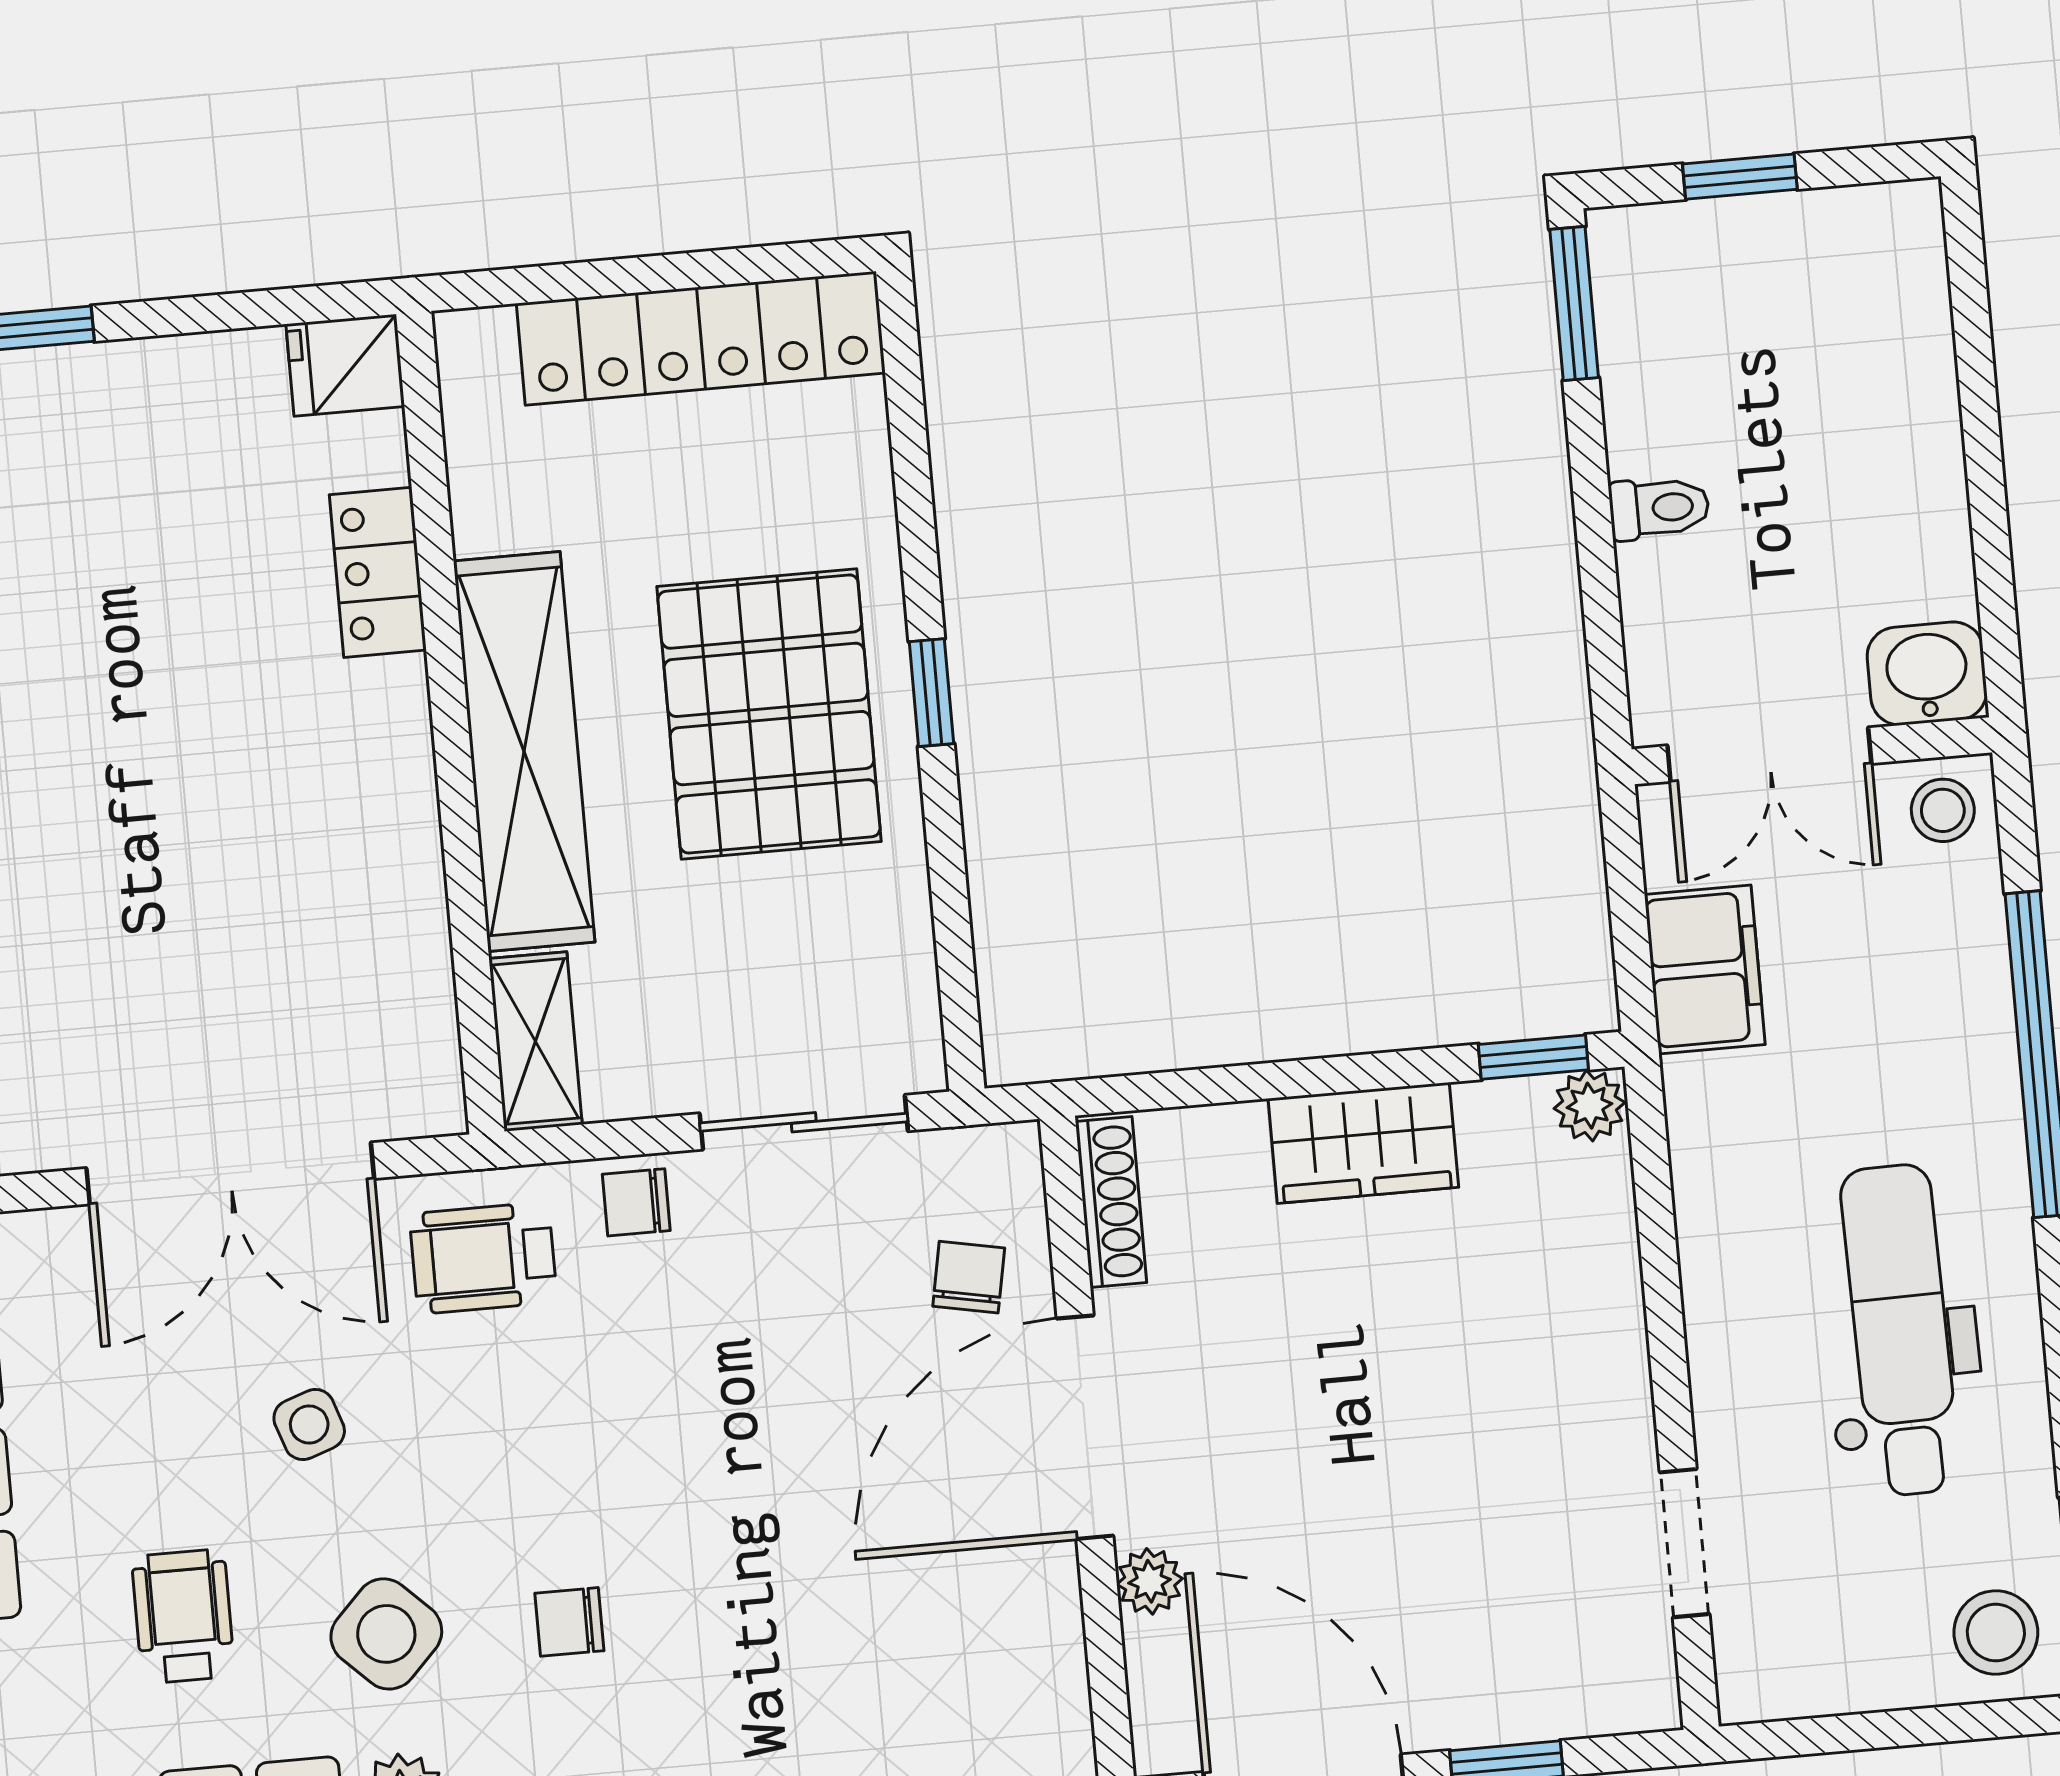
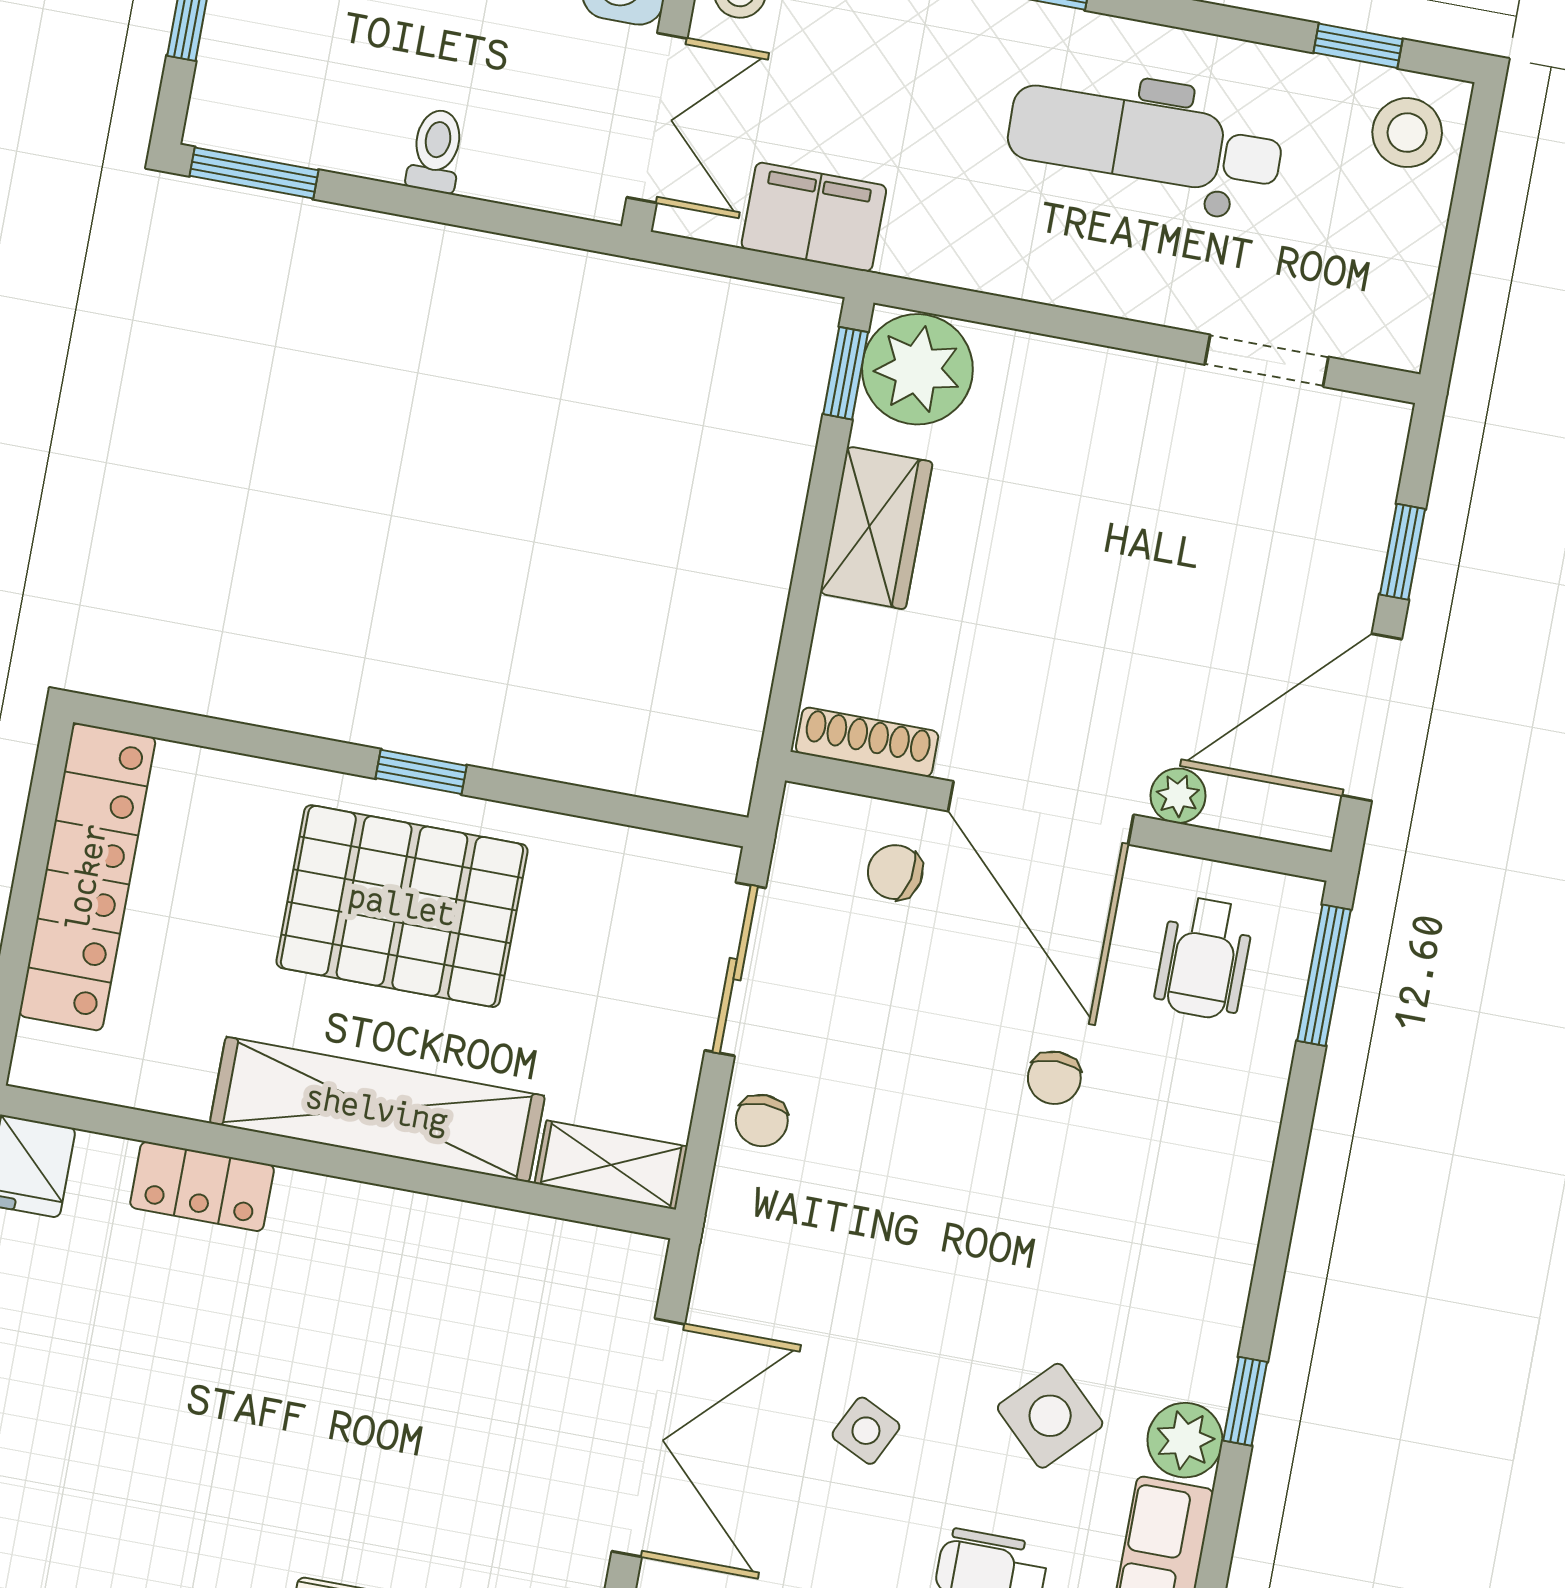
plant: (1590, 1106) -> (917, 369), width x1.87, depth x1.87
wheelchair: (483, 1258) -> (1204, 958), moved
side table: (309, 1425) -> (866, 1431), turned 45
chair: (569, 1622) -> (1054, 1078), moved

